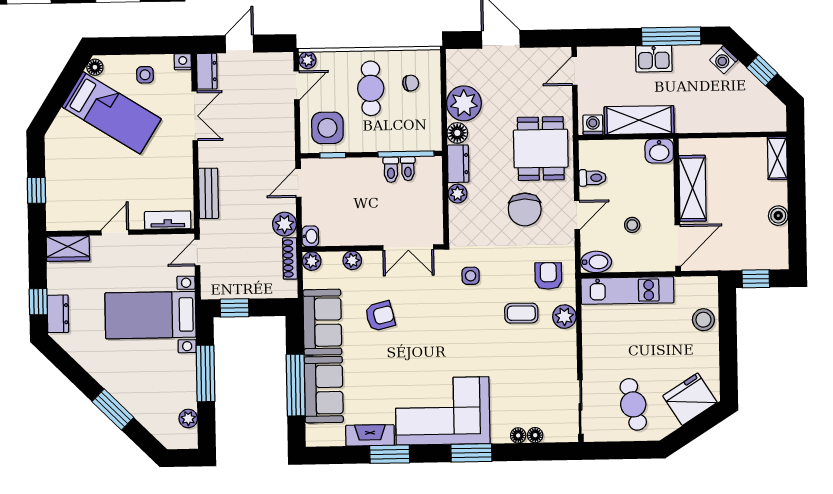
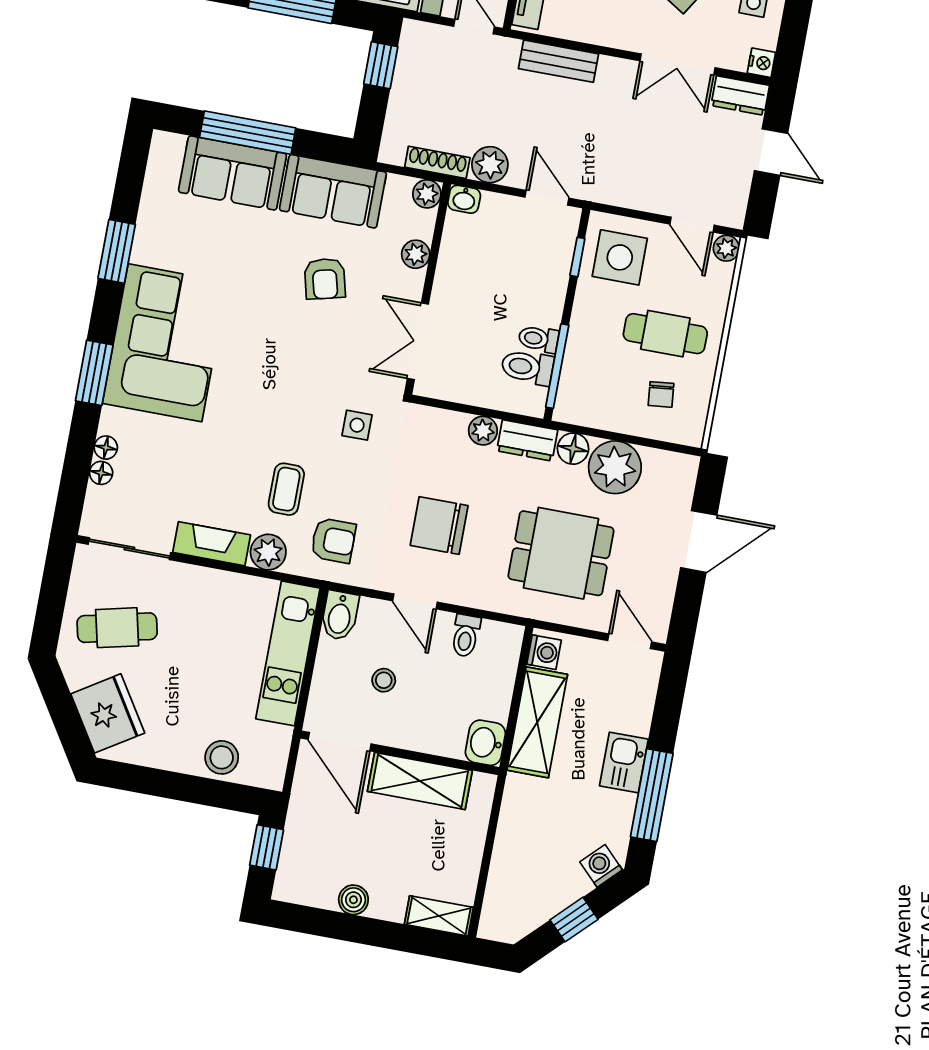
dining table: (541, 149) -> (561, 553), moved
toilet: (408, 169) -> (527, 367), width x1.37, depth x1.39
fireplace: (370, 435) -> (212, 544), moved, turned -90

